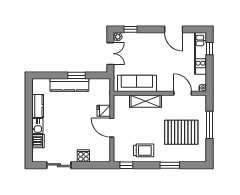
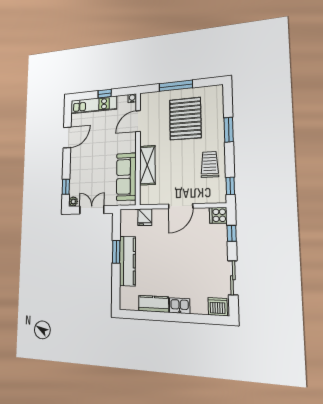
window: (209, 49) -> (105, 94), moved
fridge: (104, 111) -> (145, 217), moved
dishwasher: (38, 141) -> (218, 307), moved
cooker: (83, 156) -> (218, 215), moved
window: (91, 165) -> (232, 233), added

